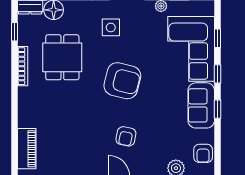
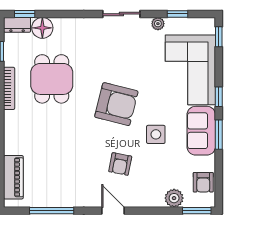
side table: (111, 27) -> (156, 134), moved
window: (217, 38) -> (219, 37), moved
window: (217, 109) -> (219, 135), width x1.50

